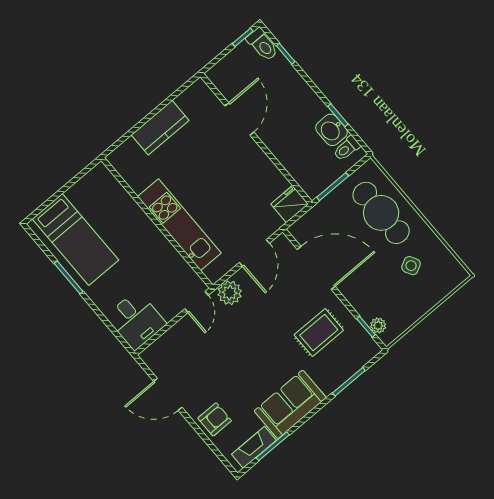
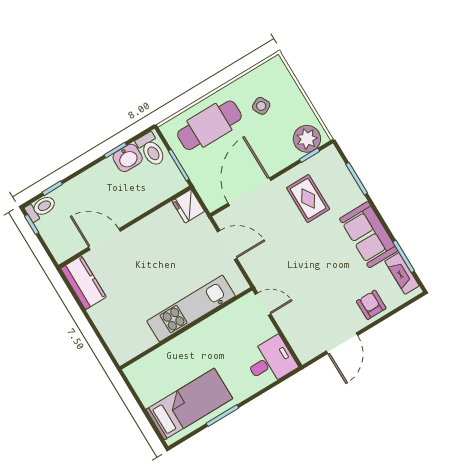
kitchen counter: (160, 128) -> (83, 283), moved
toilet: (347, 148) -> (151, 150), width x1.37, depth x1.39
plant: (230, 293) -> (259, 273), removed
plant: (378, 325) -> (307, 139), width x1.87, depth x1.87

